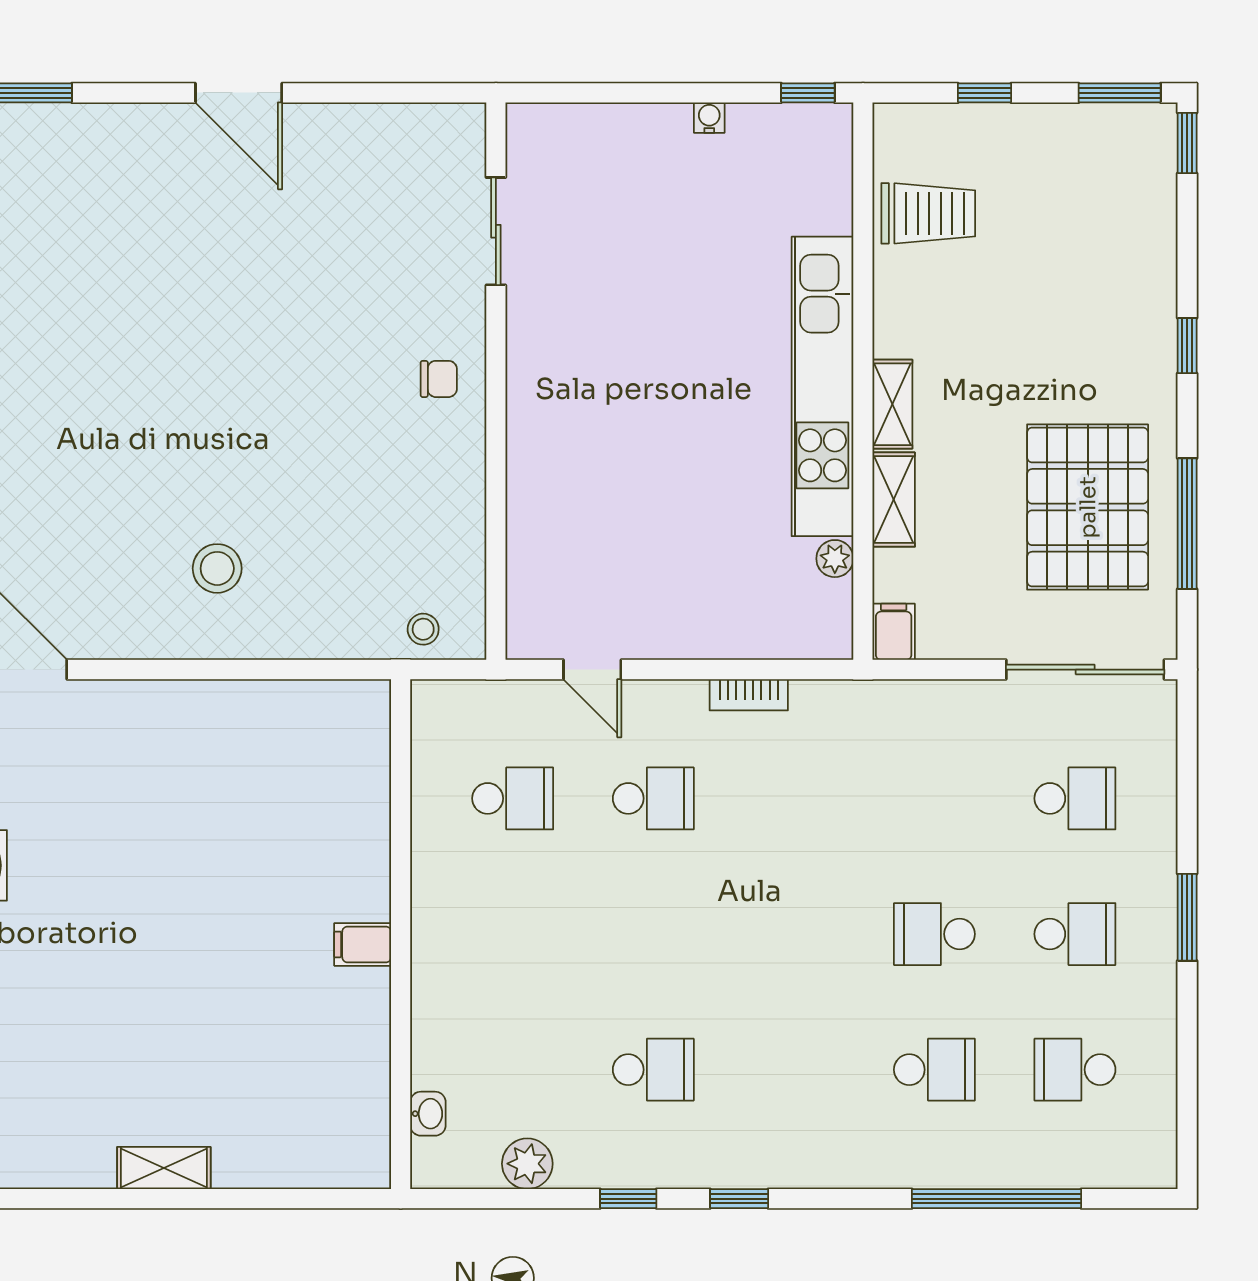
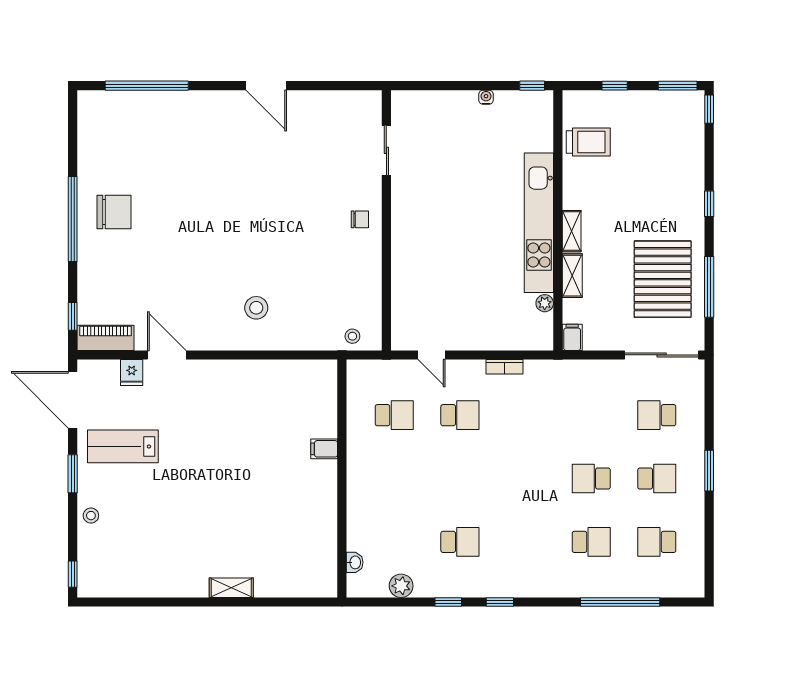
school desk: (1075, 798) -> (657, 415), turned 180
filing cabinet: (363, 944) -> (324, 449), moved

